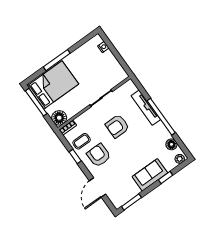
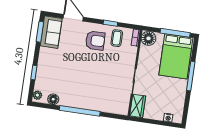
wardrobe: (116, 78) -> (138, 106), added
tv unit: (146, 108) -> (97, 106), removed
armchair: (117, 126) -> (103, 74), removed
sofa: (150, 175) -> (51, 32), moved

